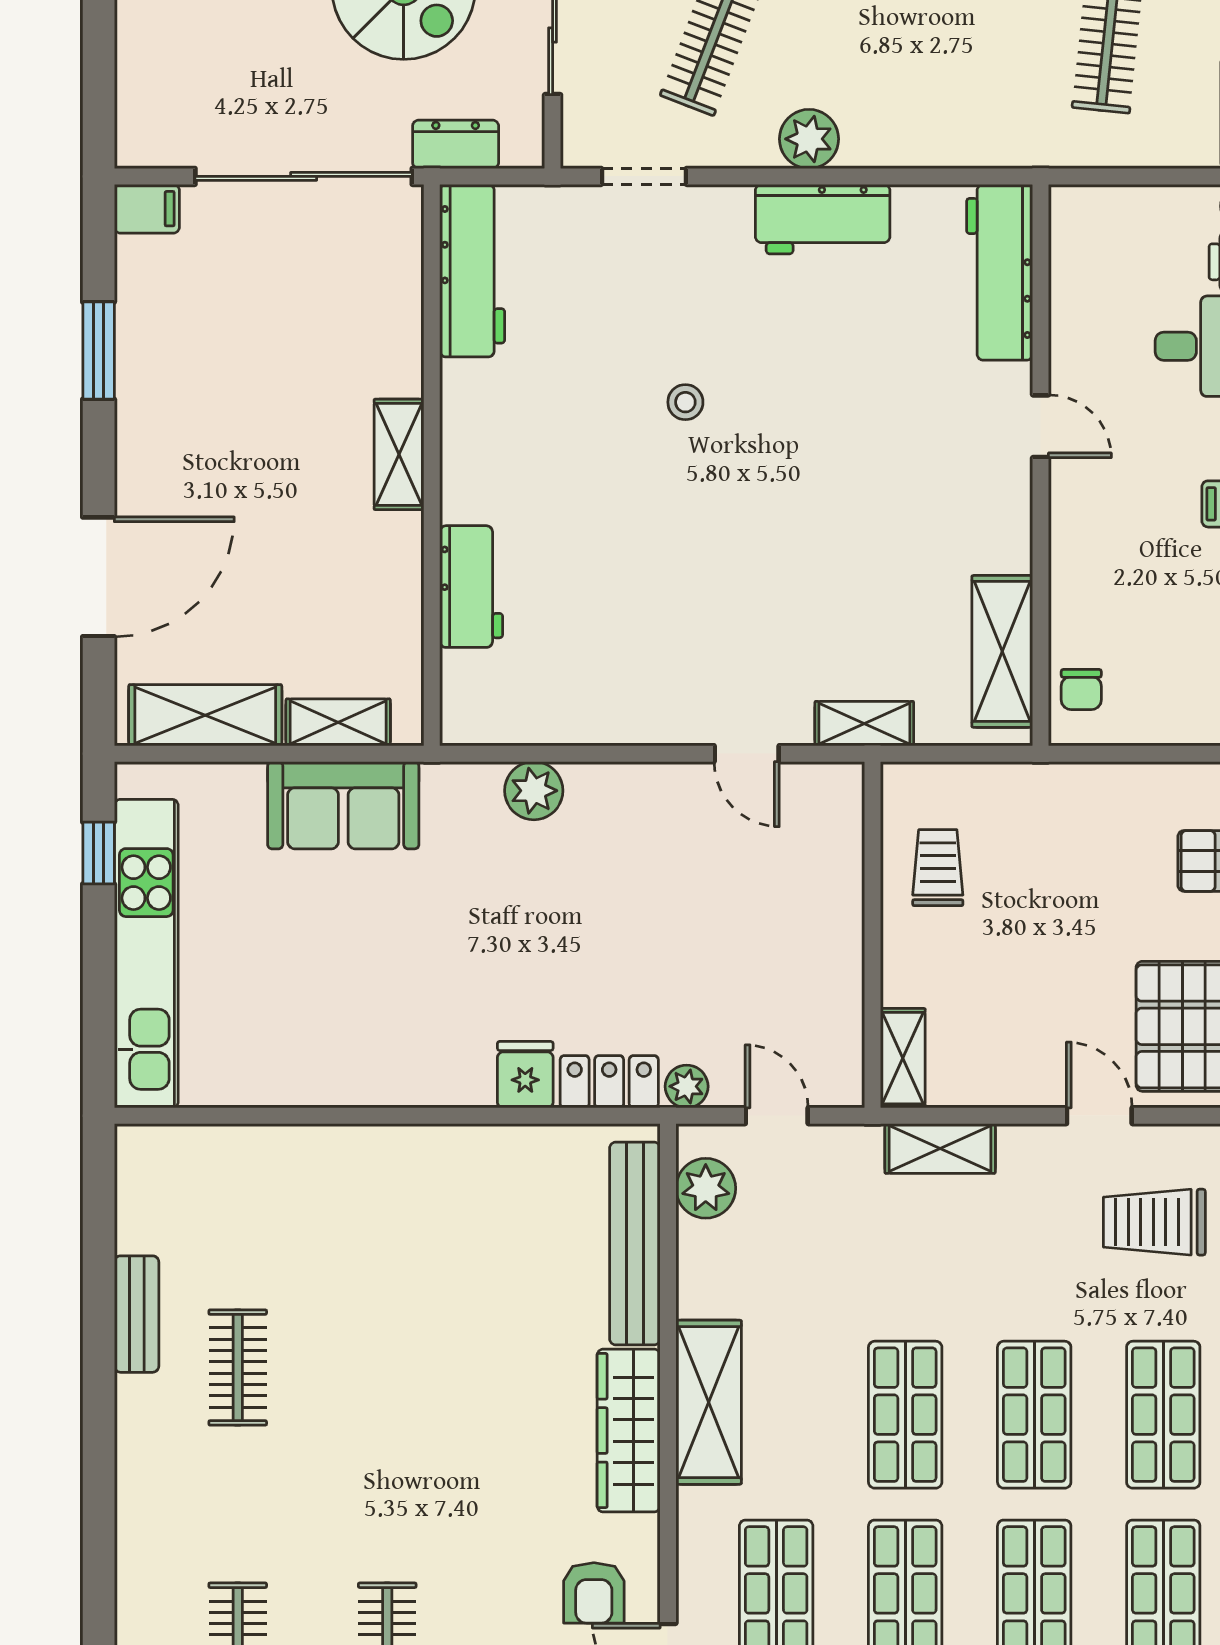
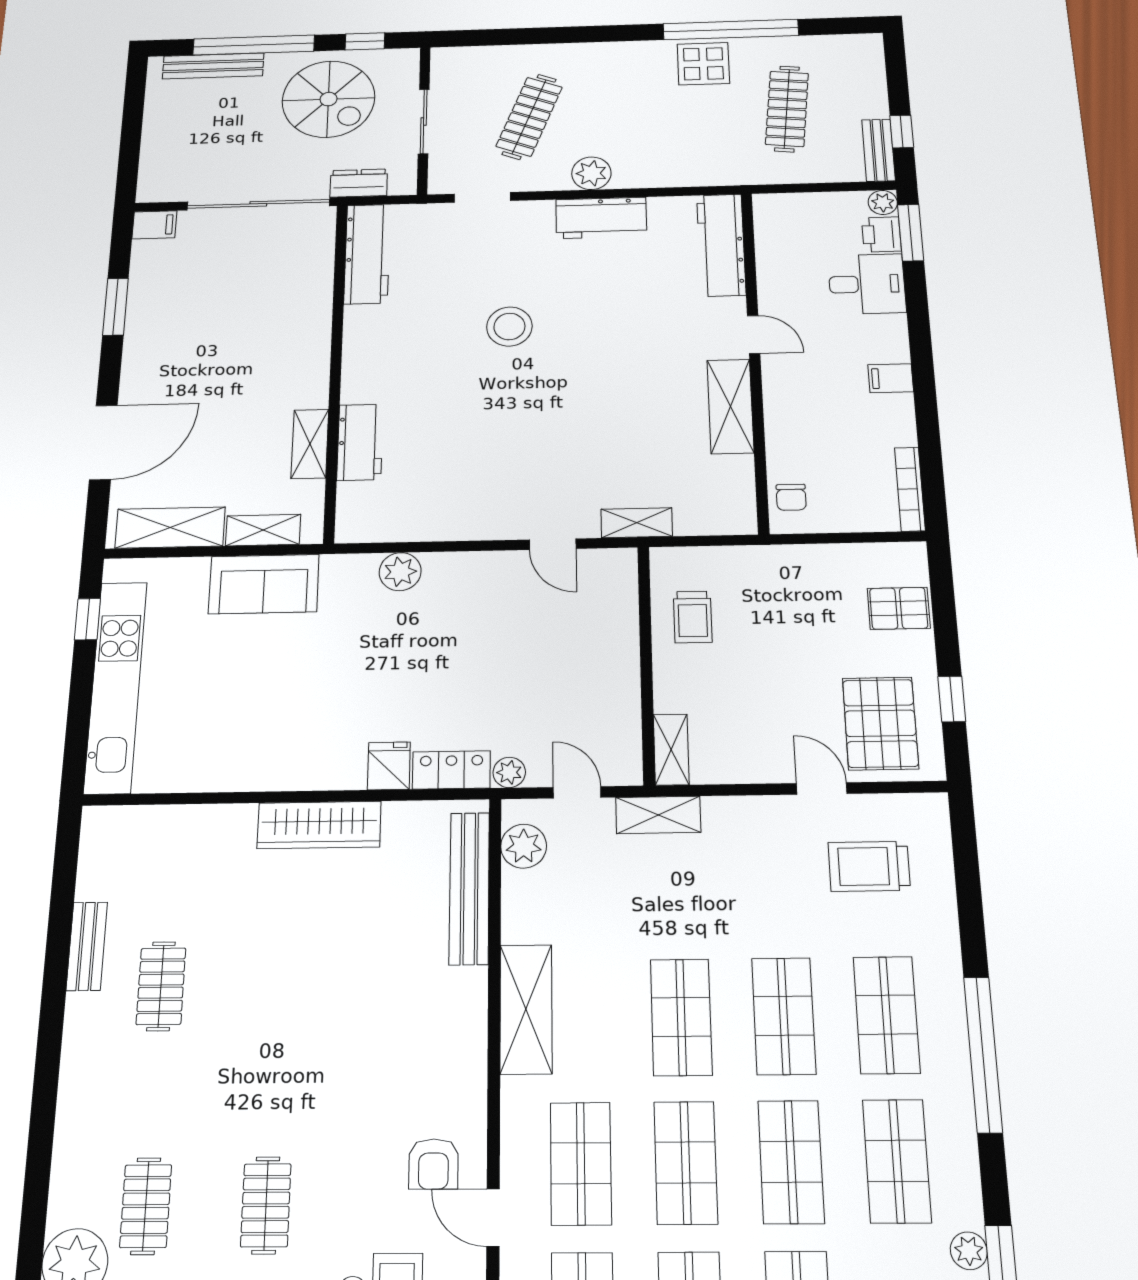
stool: (685, 402) -> (509, 327), width x1.89, depth x1.89
shelving: (399, 454) -> (310, 444), moved
shelving: (1002, 651) -> (730, 406), moved
trolley: (938, 868) -> (693, 617), turned 180
shelving: (940, 1148) -> (658, 815), moved
wardrobe: (629, 1431) -> (319, 825), moved, turned -90

